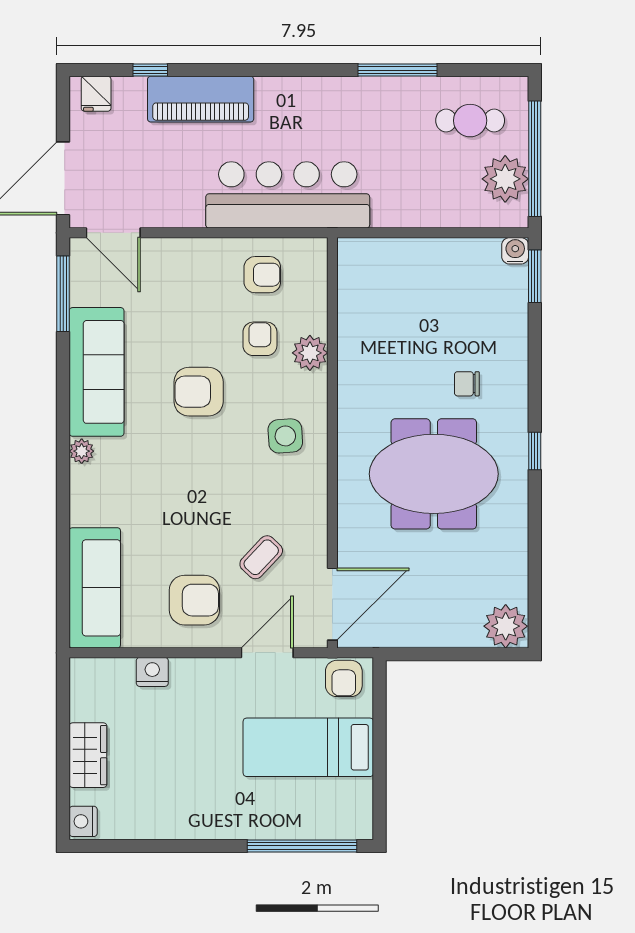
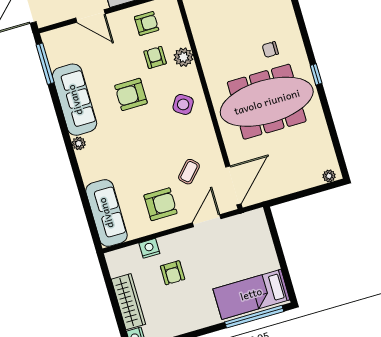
door: (113, 233) -> (90, 16), moved
side table: (285, 436) -> (183, 104), turned 37
meeting table: (434, 474) -> (267, 102), width x1.36
plant: (506, 626) -> (329, 176), width x0.53, depth x0.53
armchair: (344, 678) -> (173, 273), moved
bed: (308, 747) -> (251, 294), moved
wardrobe: (88, 755) -> (128, 302), width x1.50

